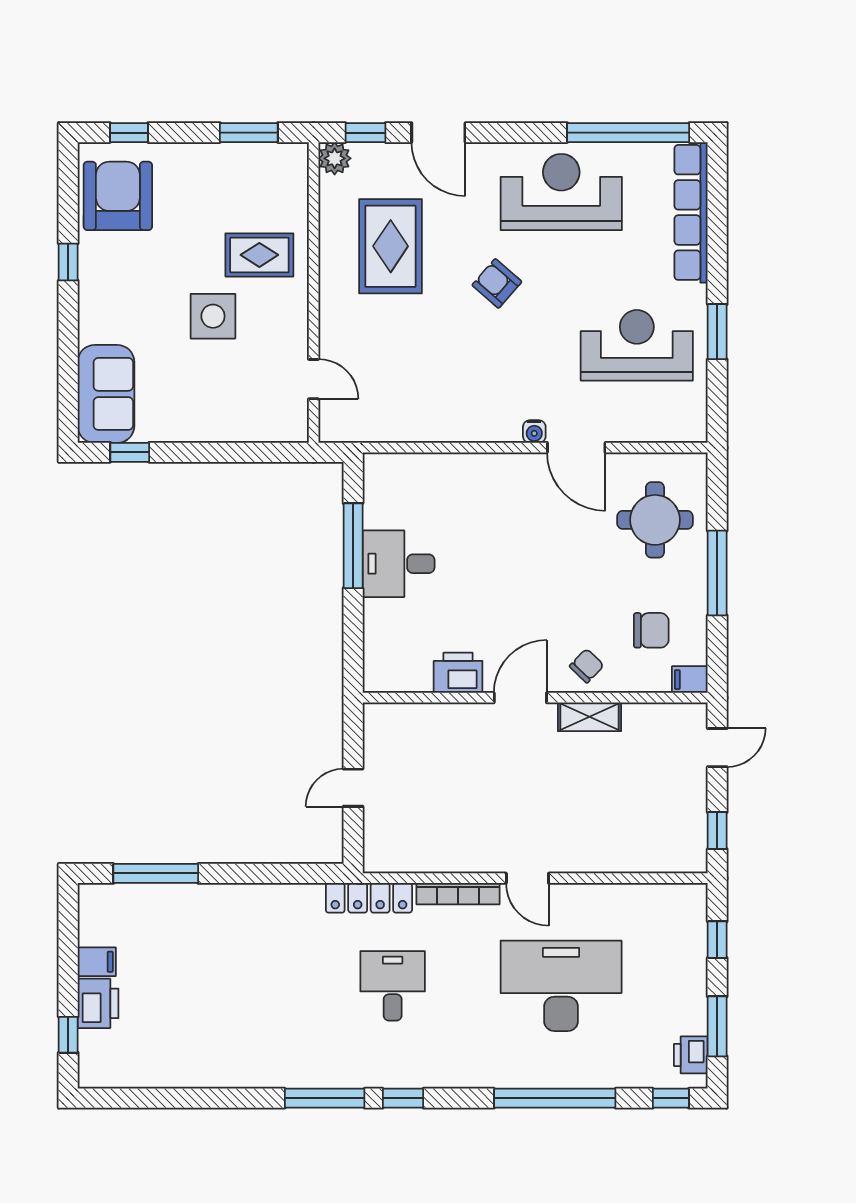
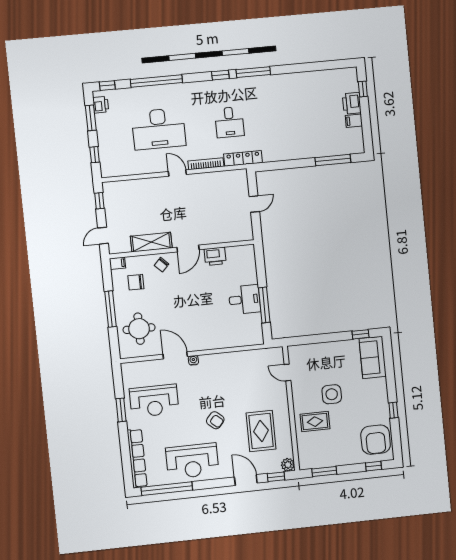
shelving: (590, 717) -> (151, 242), width x1.50, depth x1.33

